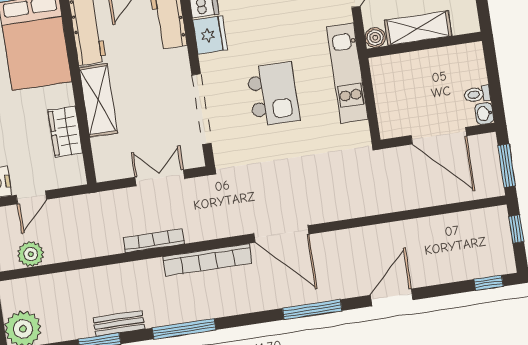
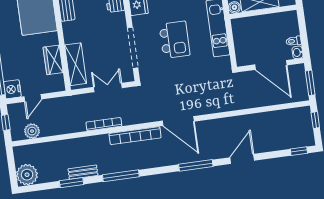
shelving: (98, 100) -> (76, 64), moved

